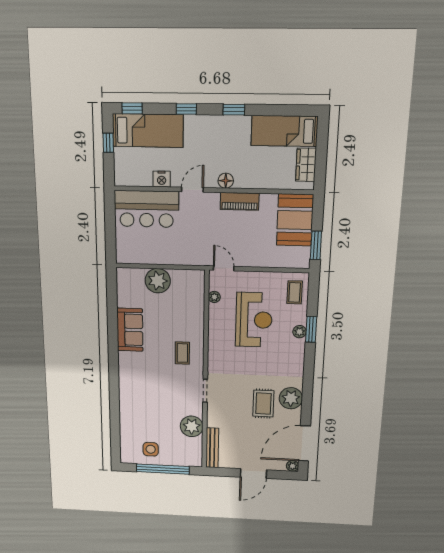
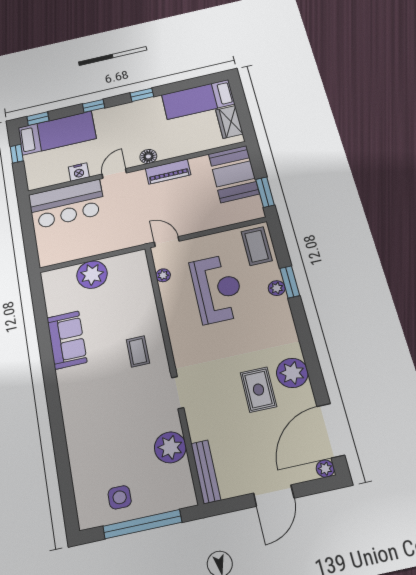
coffee table: (295, 292) -> (257, 246), width x1.36, depth x1.30

